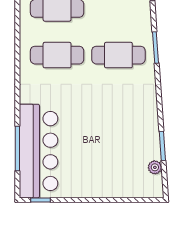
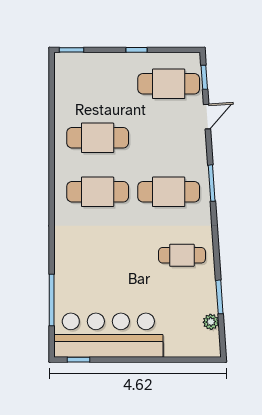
cafe table: (130, 110) -> (182, 255), added
bar counter: (39, 151) -> (108, 335), moved, turned -90

